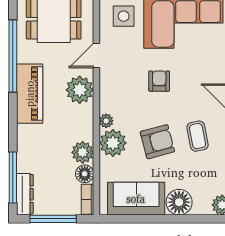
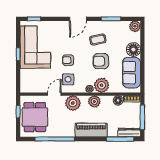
side table: (124, 16) -> (68, 79), moved
door: (96, 55) -> (54, 94), swing flipped
piano: (30, 94) -> (91, 130), moved
armchair: (157, 142) -> (101, 61), turned -75
plant: (83, 152) -> (94, 101), moved

